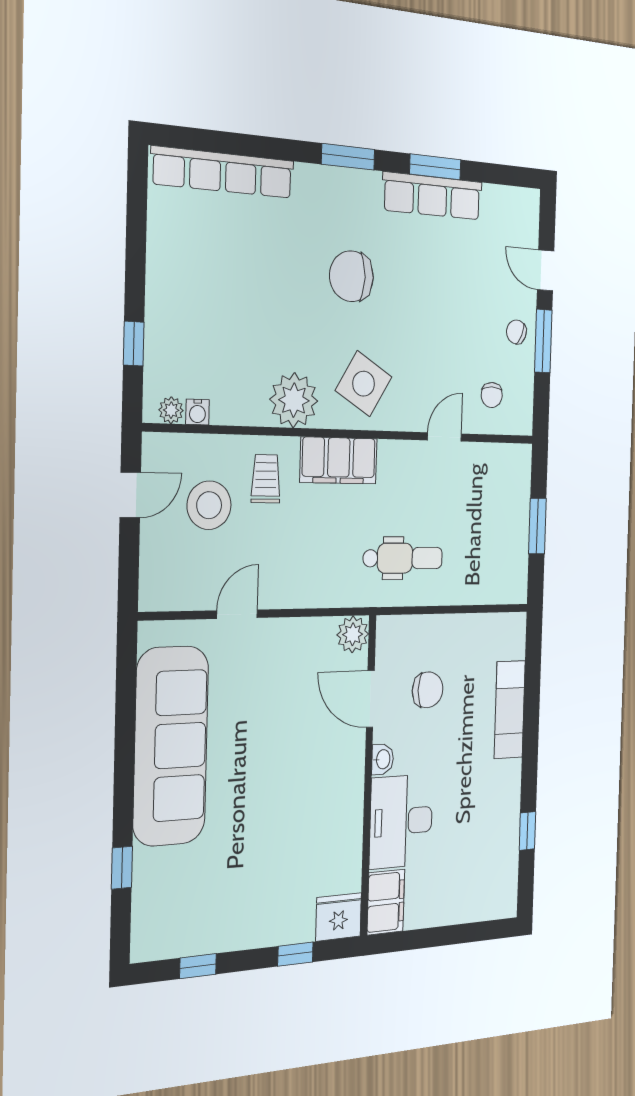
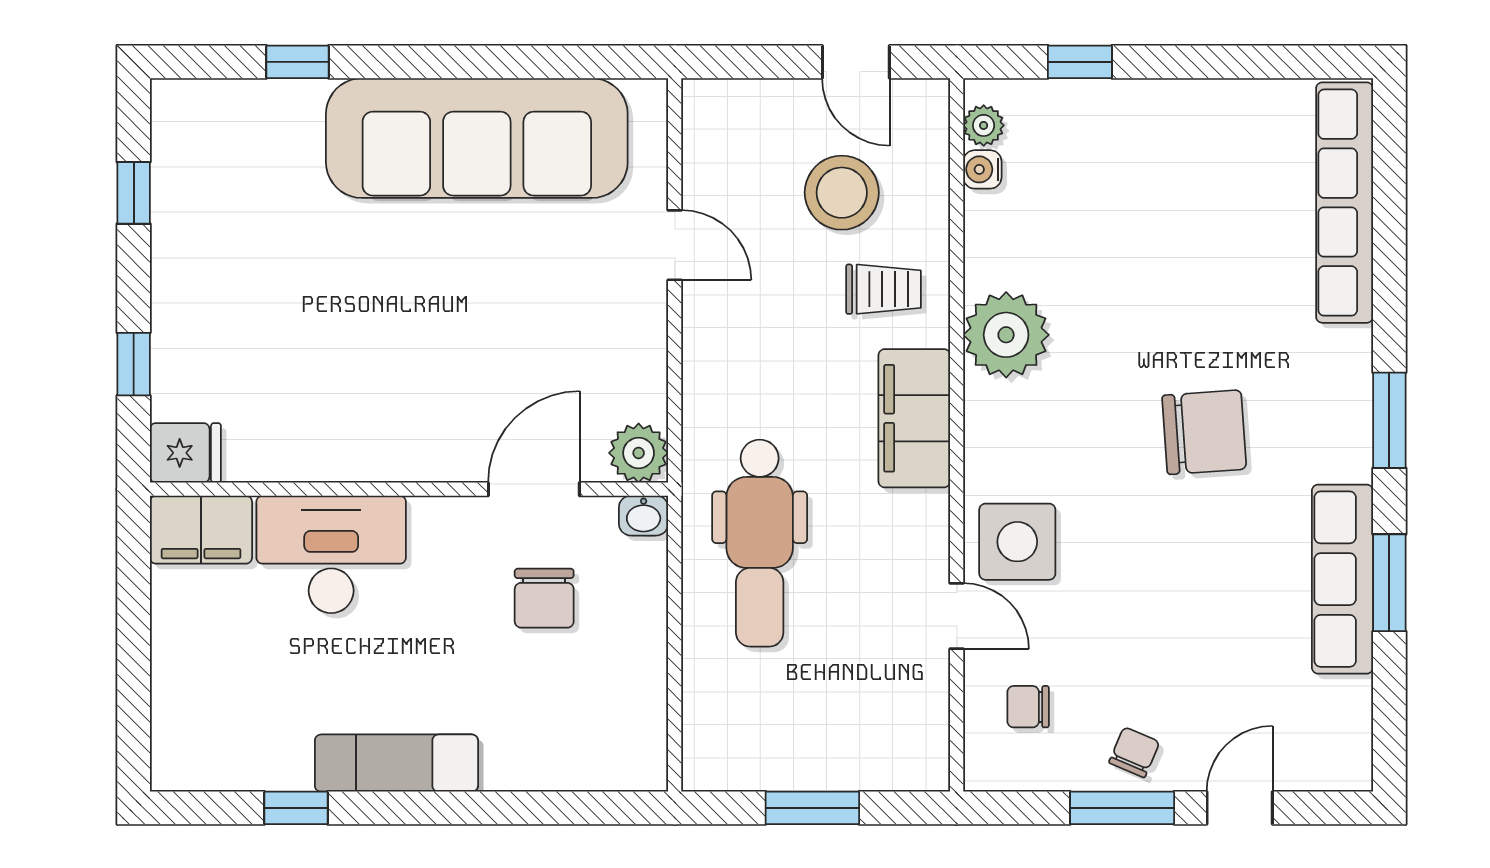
chair: (351, 276) -> (1204, 432), turned 86
side table: (364, 384) -> (1017, 542), moved, turned -31
dental chair: (403, 558) -> (760, 543), width x1.36, depth x1.38
exam couch: (510, 710) -> (396, 763), moved
washbasin: (383, 759) -> (644, 516), moved
fridge: (339, 917) -> (185, 453), width x0.72

